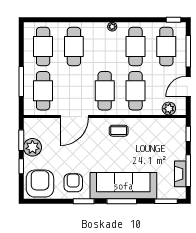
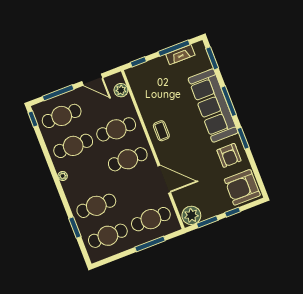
window: (62, 20) -> (75, 228), added
plant: (32, 147) -> (191, 215), moved
armchair: (73, 183) -> (229, 155), turned -90

